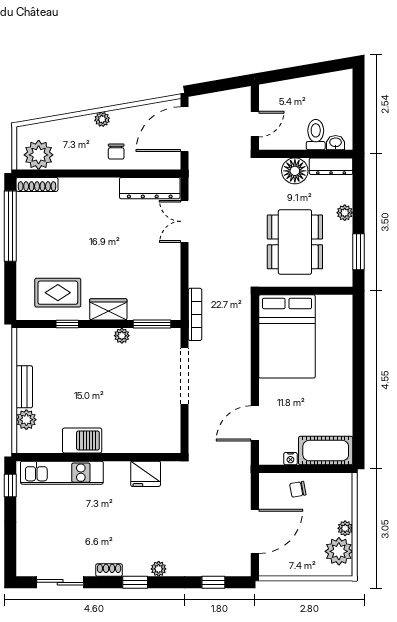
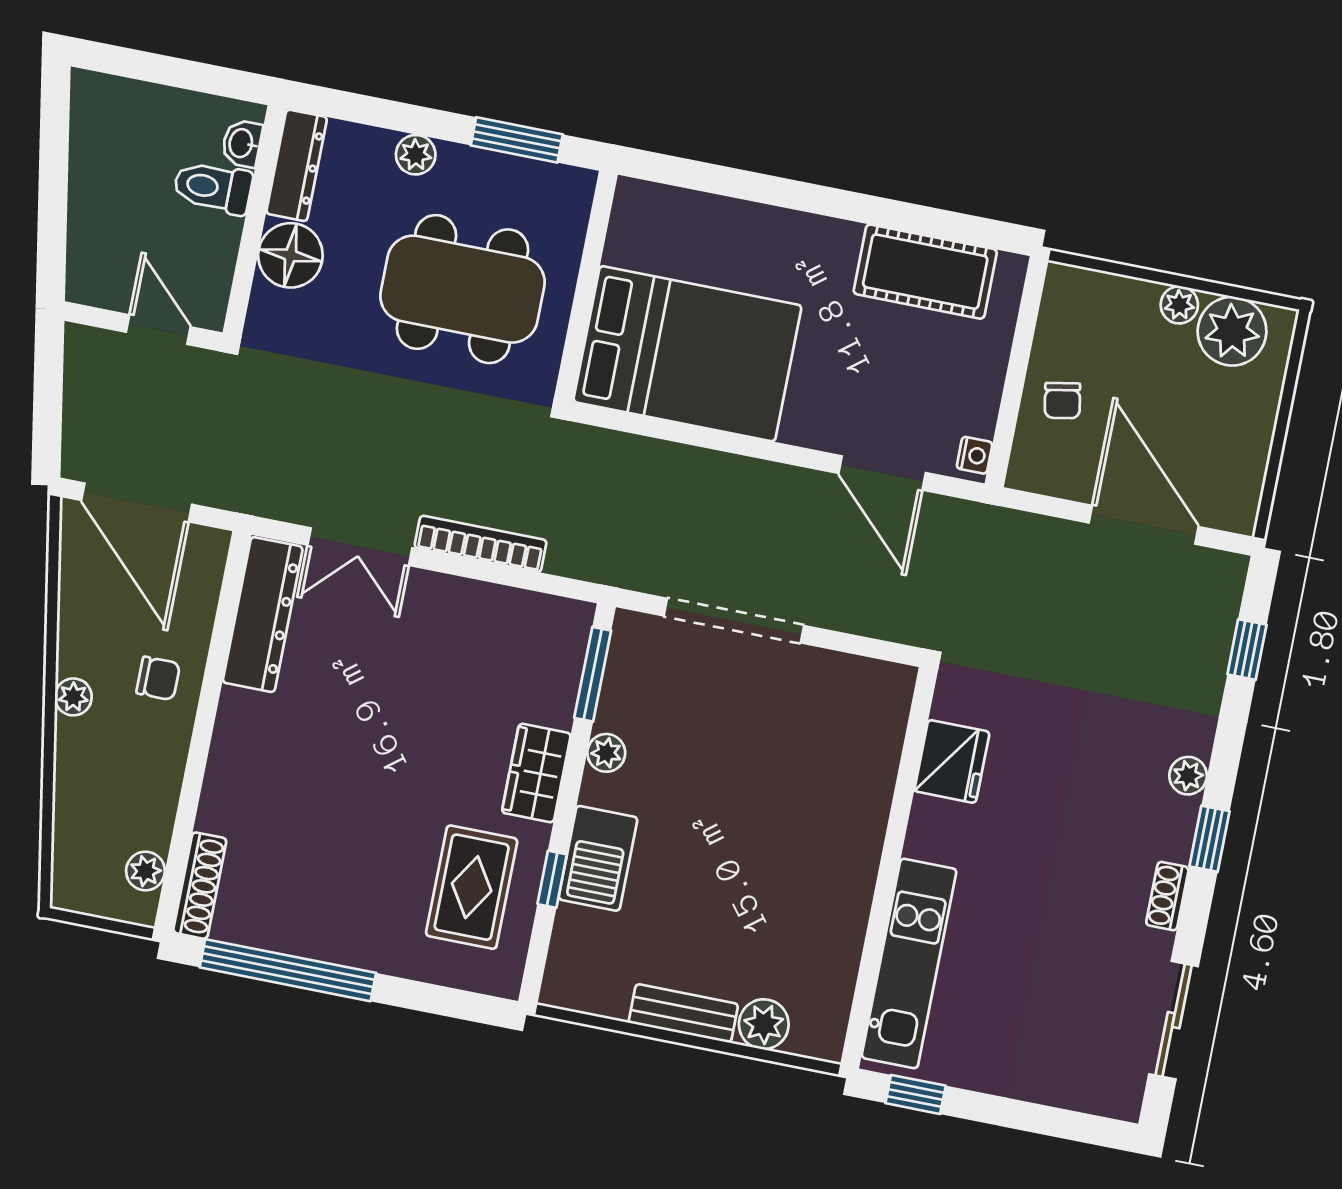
plant: (39, 155) -> (145, 871), width x0.53, depth x0.53
bookcase: (195, 314) -> (481, 544), moved
barbecue: (82, 441) -> (598, 858), moved, turned 180
cot: (326, 451) -> (925, 272), moved, turned 90
nightstand: (290, 459) -> (975, 455), moved

